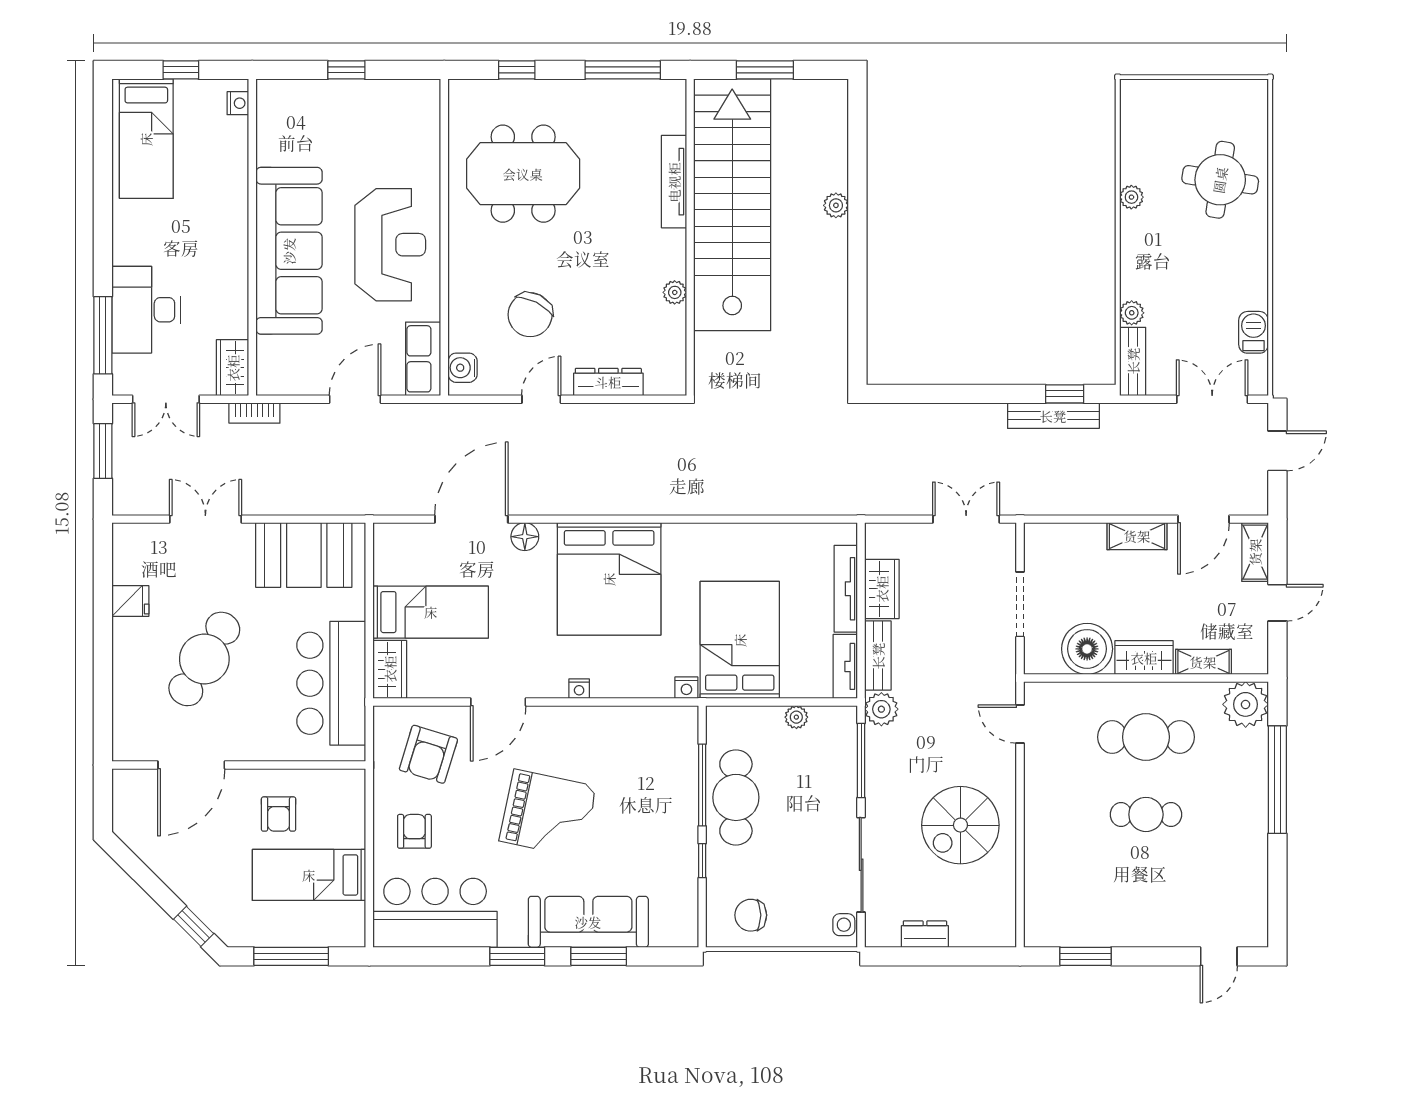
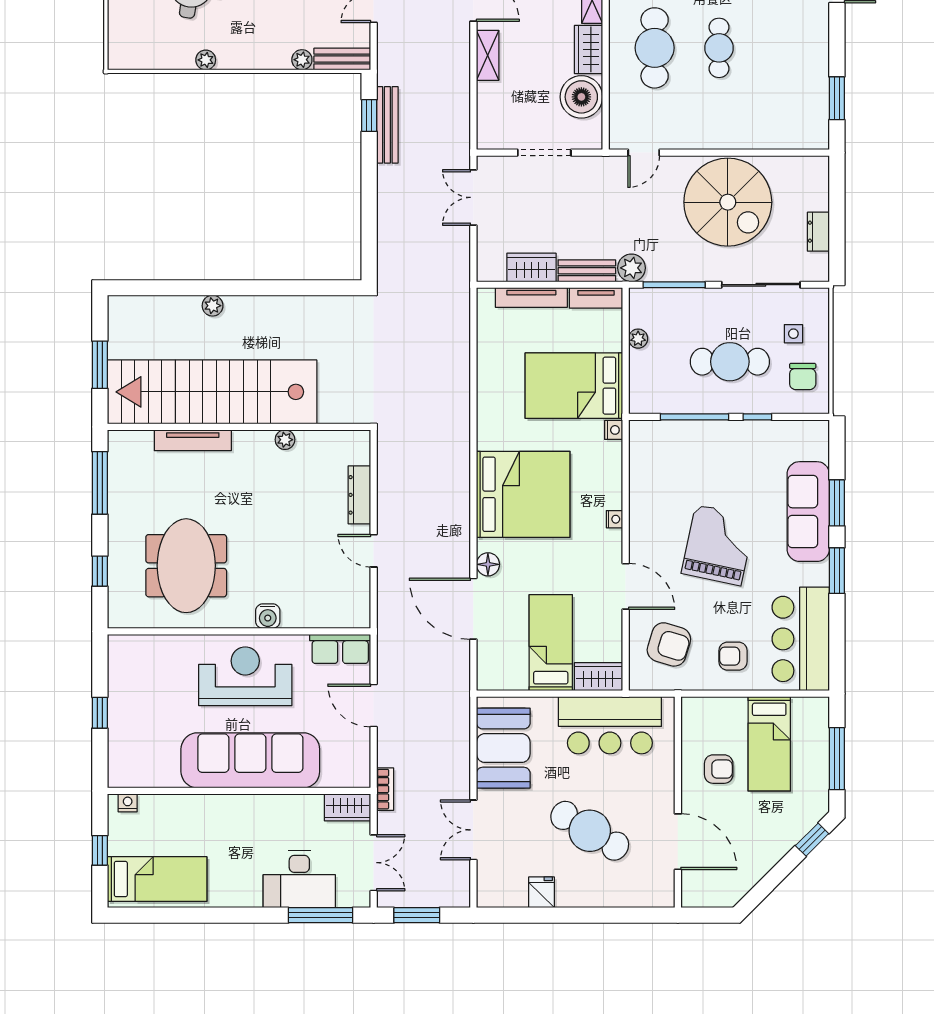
chair: (530, 315) -> (303, 560), removed
water cooler: (463, 368) -> (268, 616), moved
cafe table: (736, 797) -> (730, 362), moved
spiral stairs: (960, 825) -> (728, 202), width x1.37, depth x1.37
side table: (844, 925) -> (793, 334), moved

